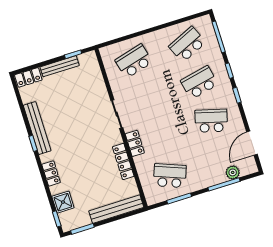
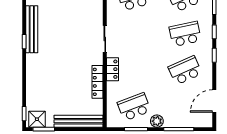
school desk: (211, 121) -> (185, 70), turned -39
plant: (233, 172) -> (157, 121), moved
locker: (51, 173) -> (32, 73), removed
school desk: (170, 176) -> (134, 107), turned -42
shower: (63, 202) -> (37, 119), moved

